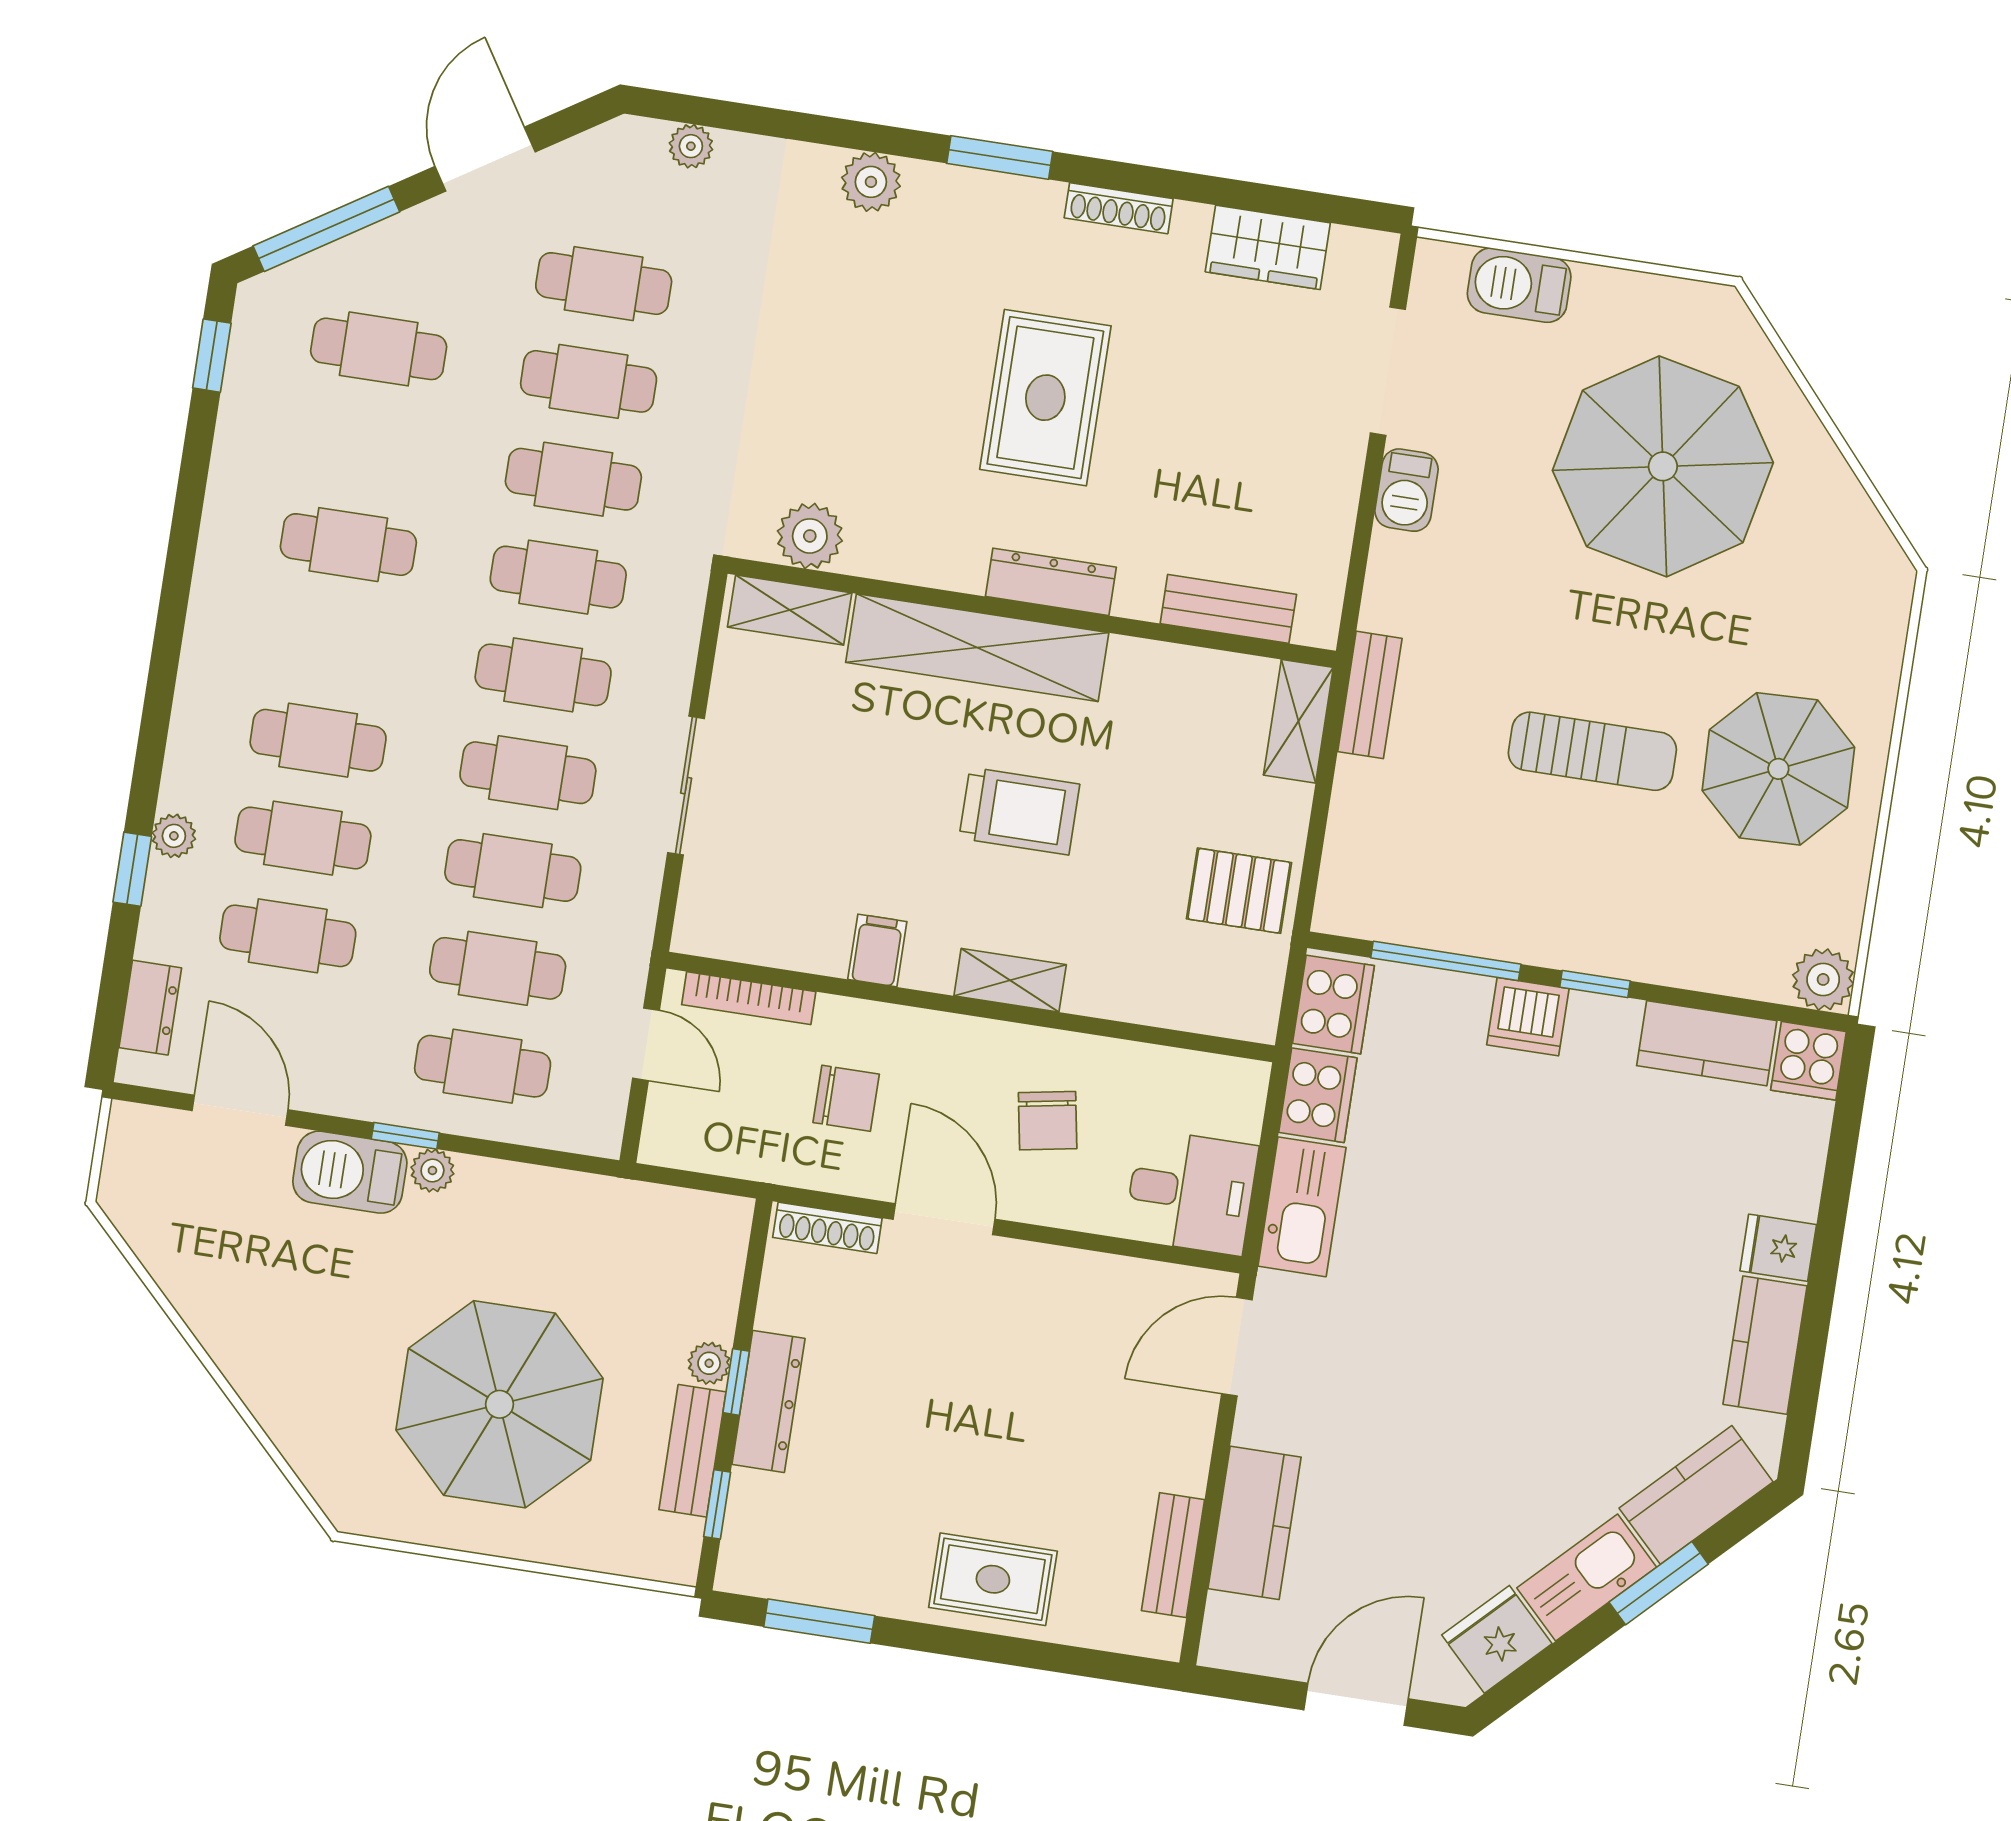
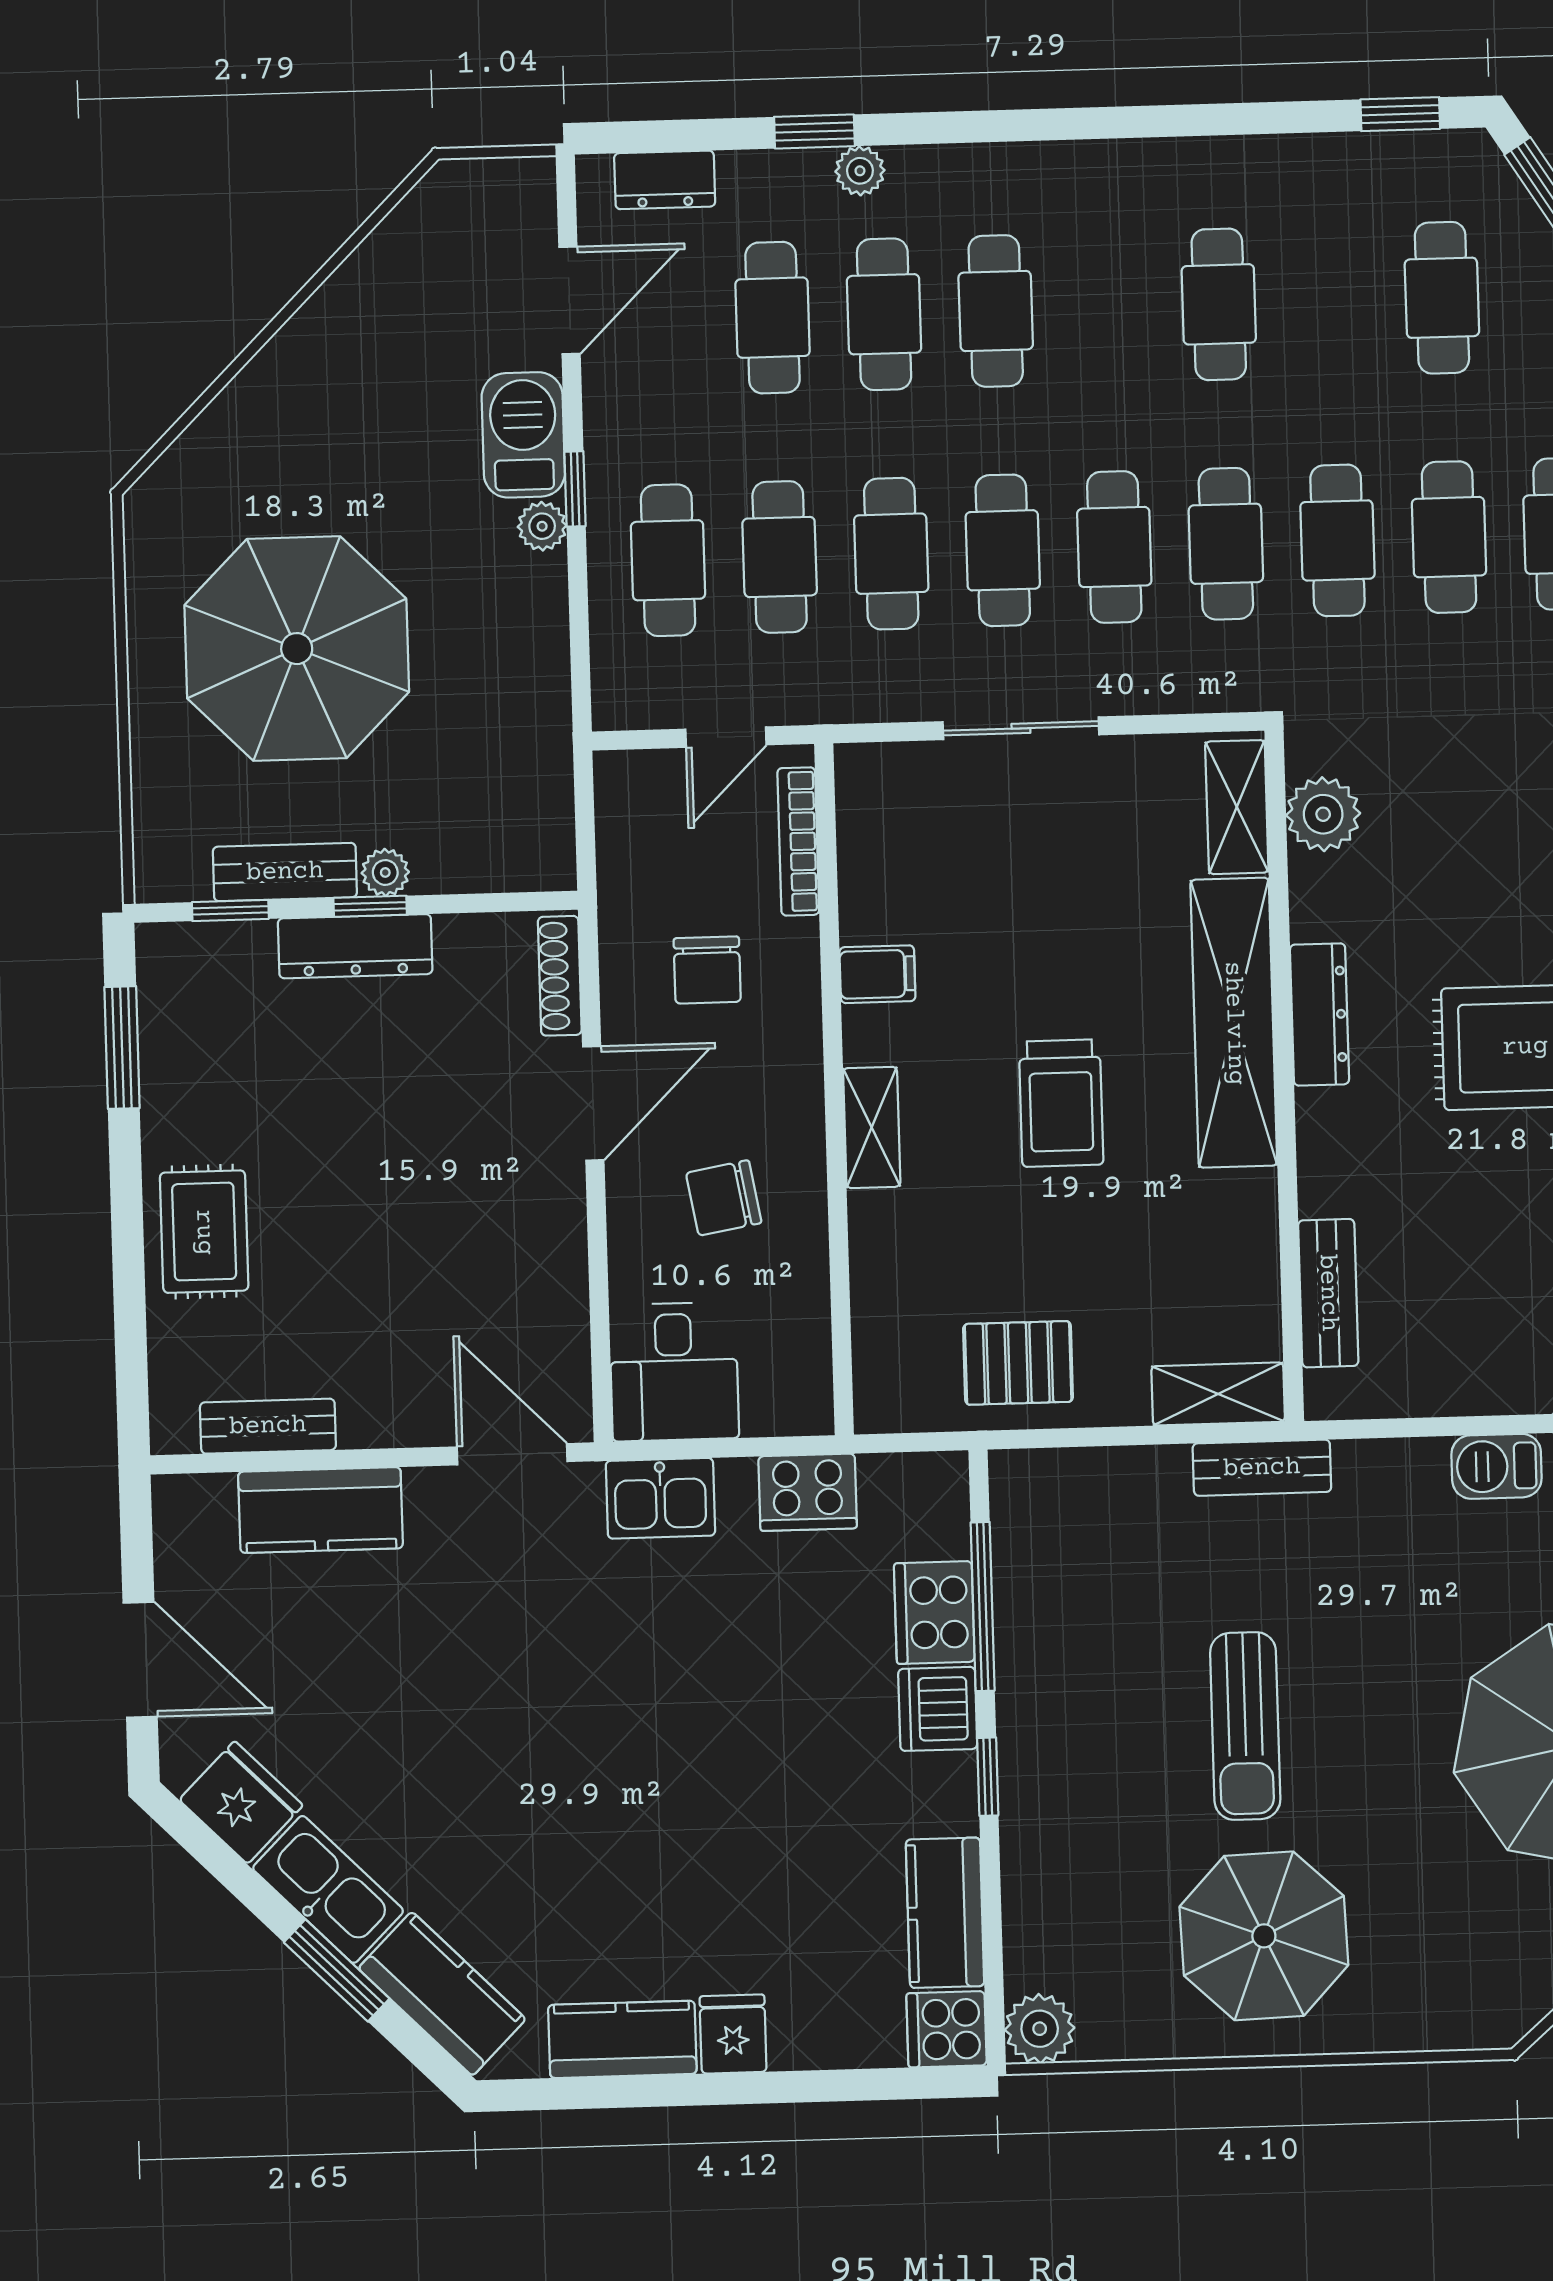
dresser: (1051, 582) -> (1320, 1014), moved
pallet: (1239, 891) -> (1018, 1363), turned 90
cooker: (1333, 1004) -> (934, 1612), moved, turned 90
kitchen sink: (1302, 1207) -> (660, 1498), width x0.73

